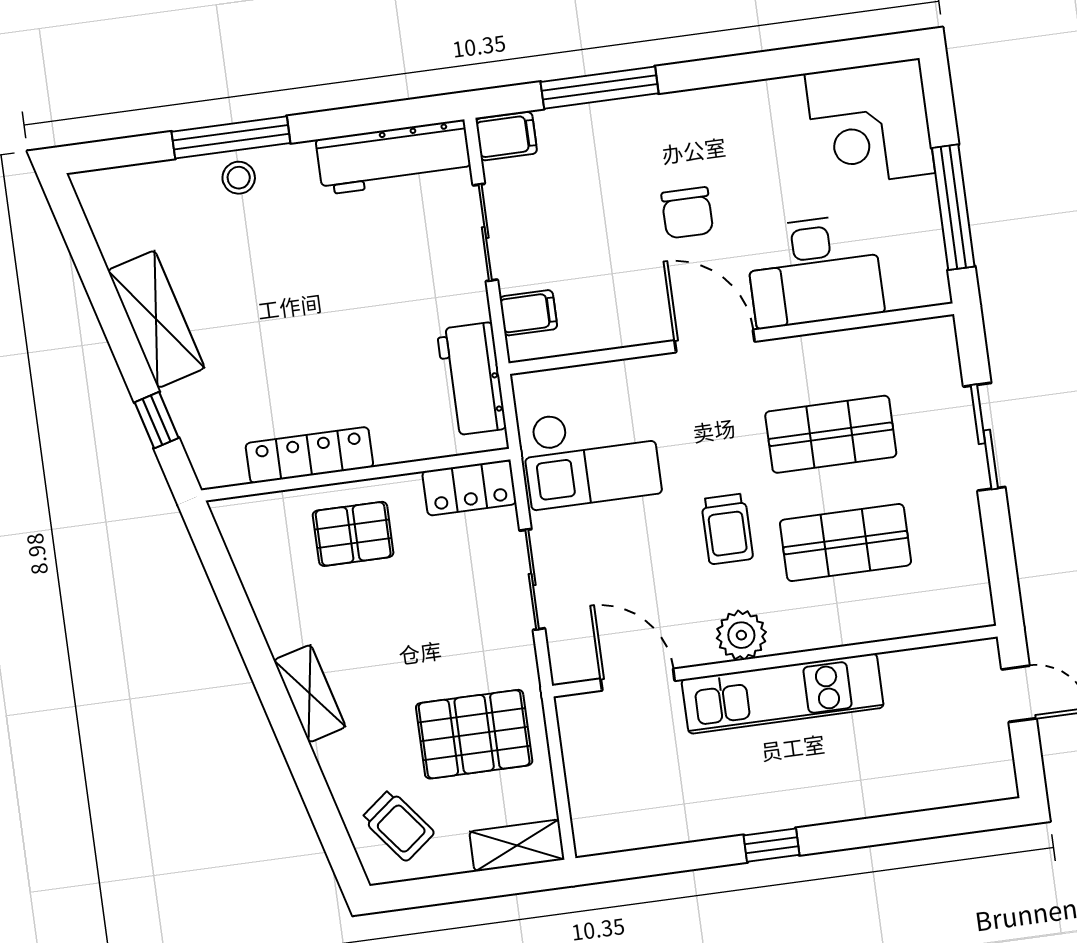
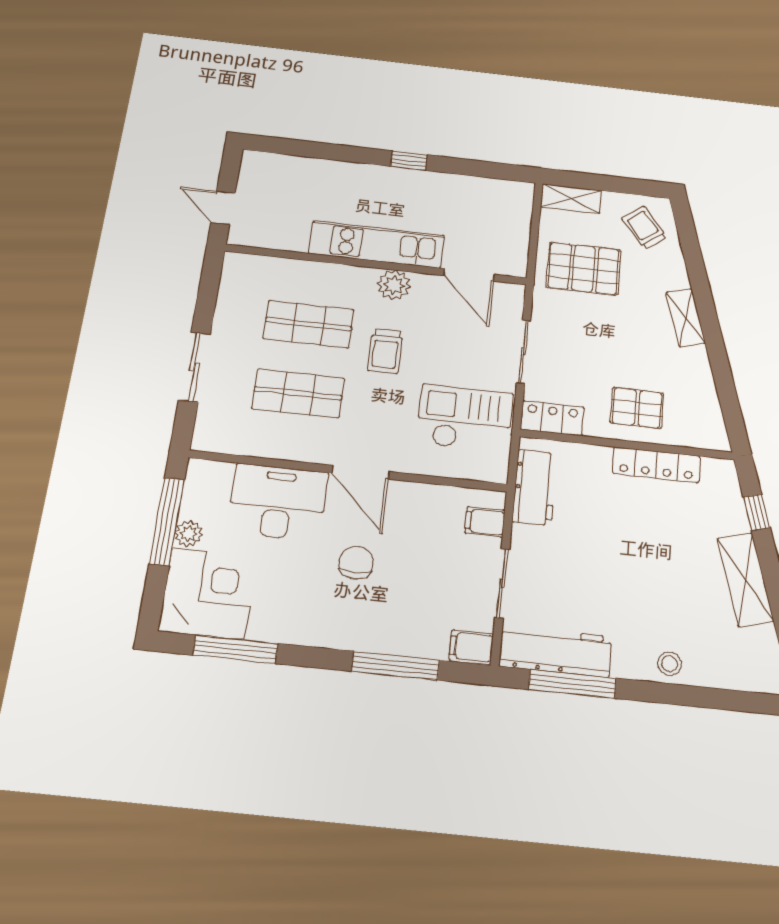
window: (812, 59) -> (235, 649), added
window: (231, 137) -> (572, 684), moved
plant: (919, 198) -> (189, 534), added
trolley: (727, 529) -> (385, 351), turned 180

